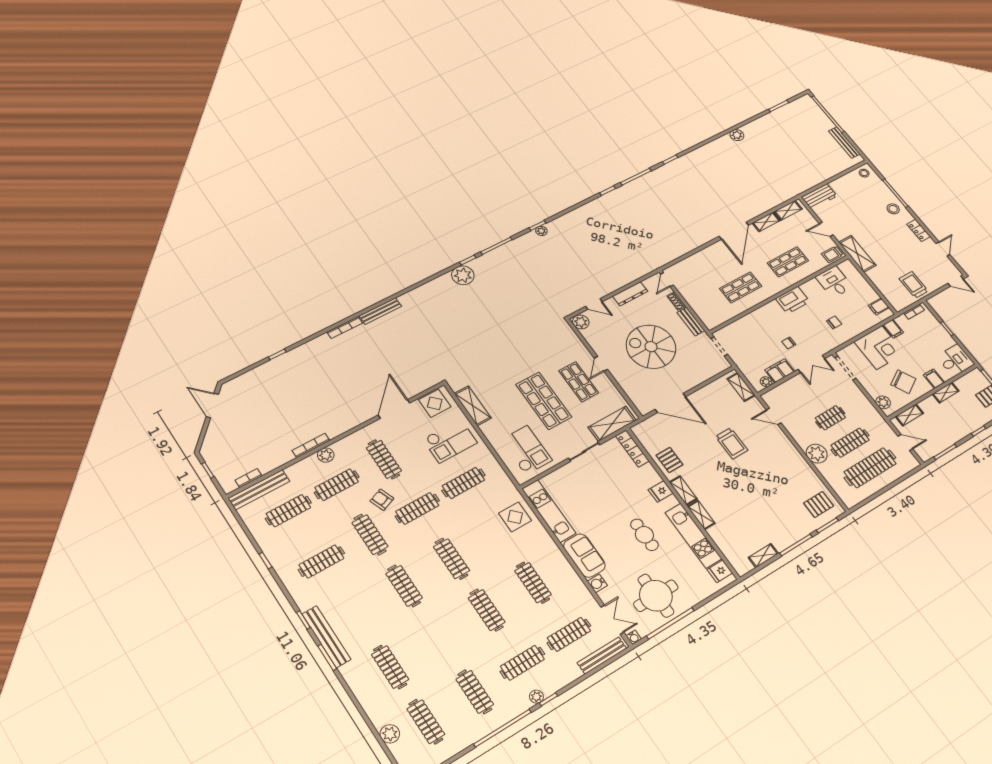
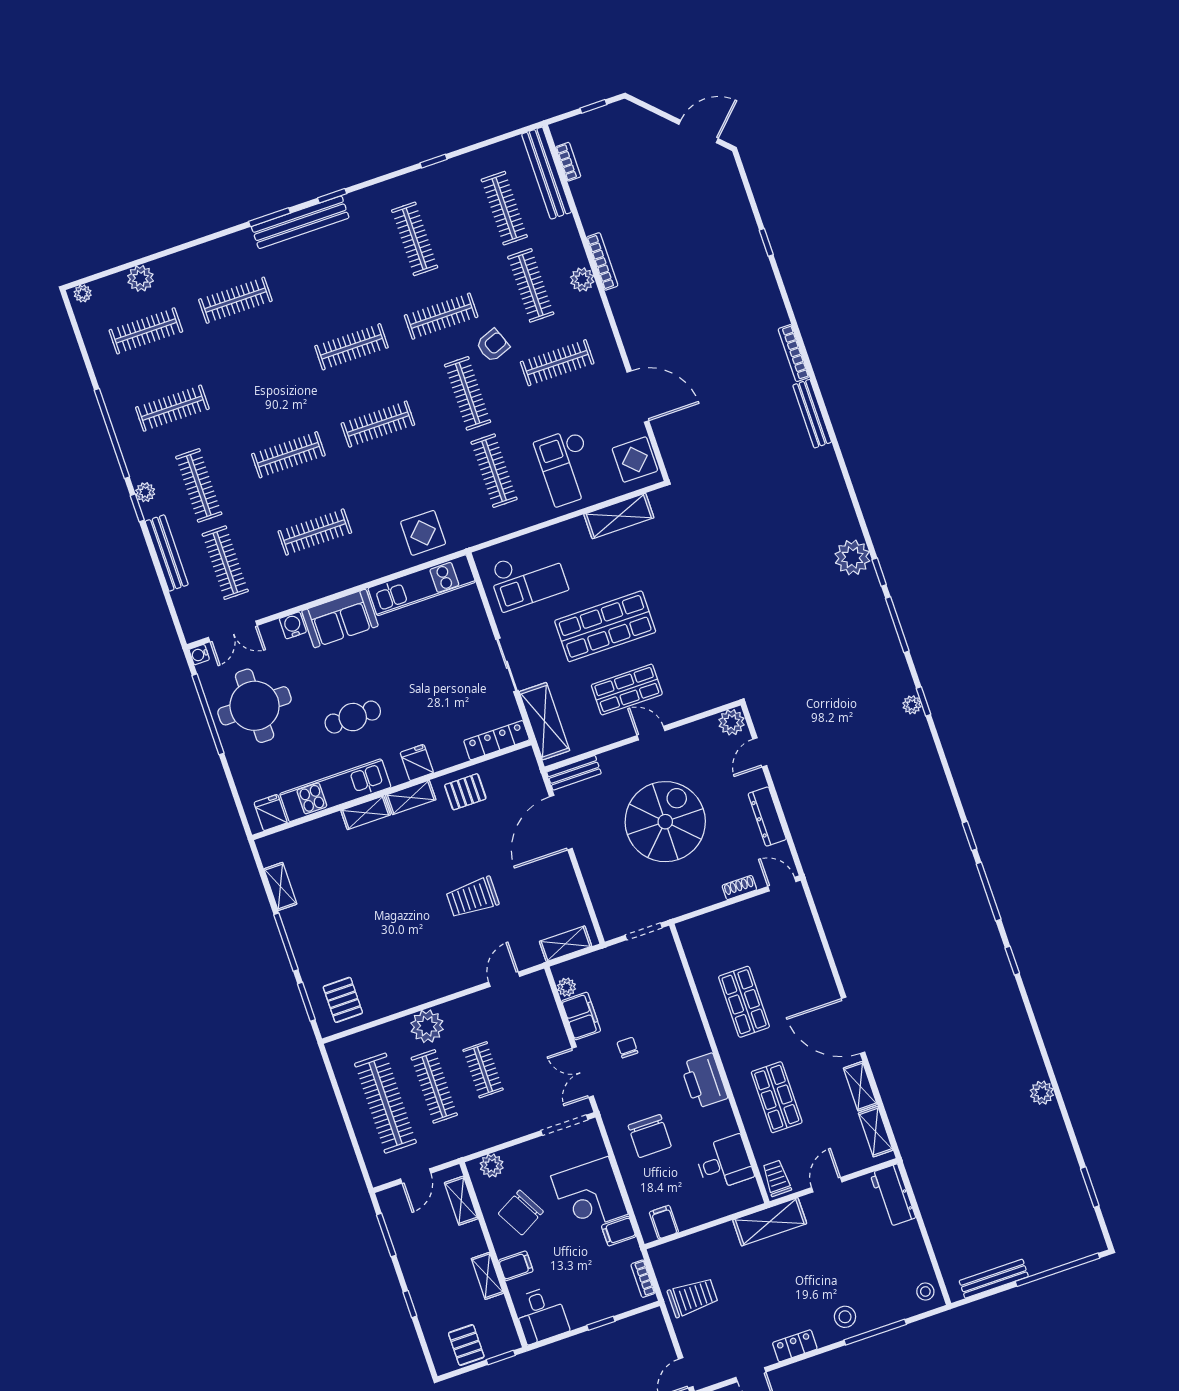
bench: (691, 322) -> (574, 773), moved
chair: (834, 322) -> (650, 1136), width x1.87, depth x1.87
bench: (602, 655) -> (167, 553), moved

